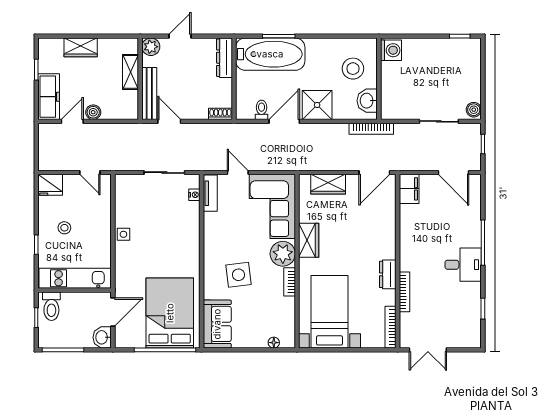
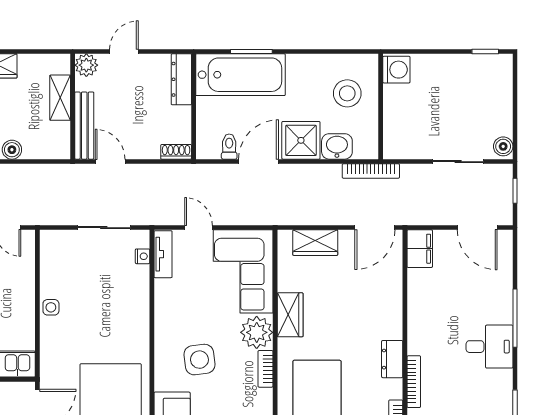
washbasin: (367, 101) -> (337, 146), moved, turned 90

